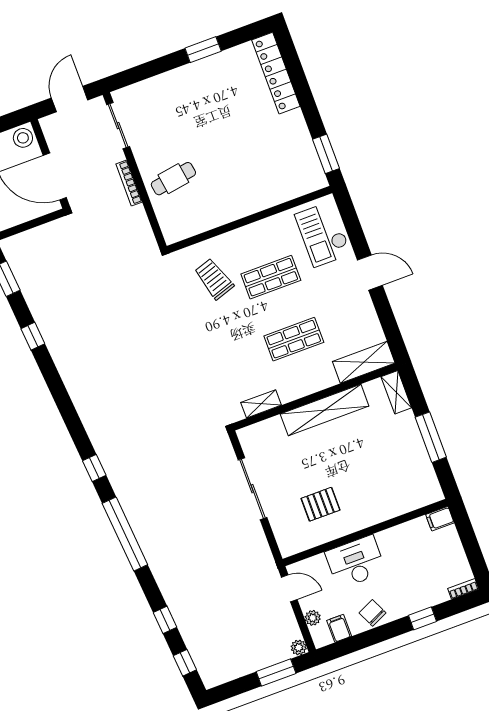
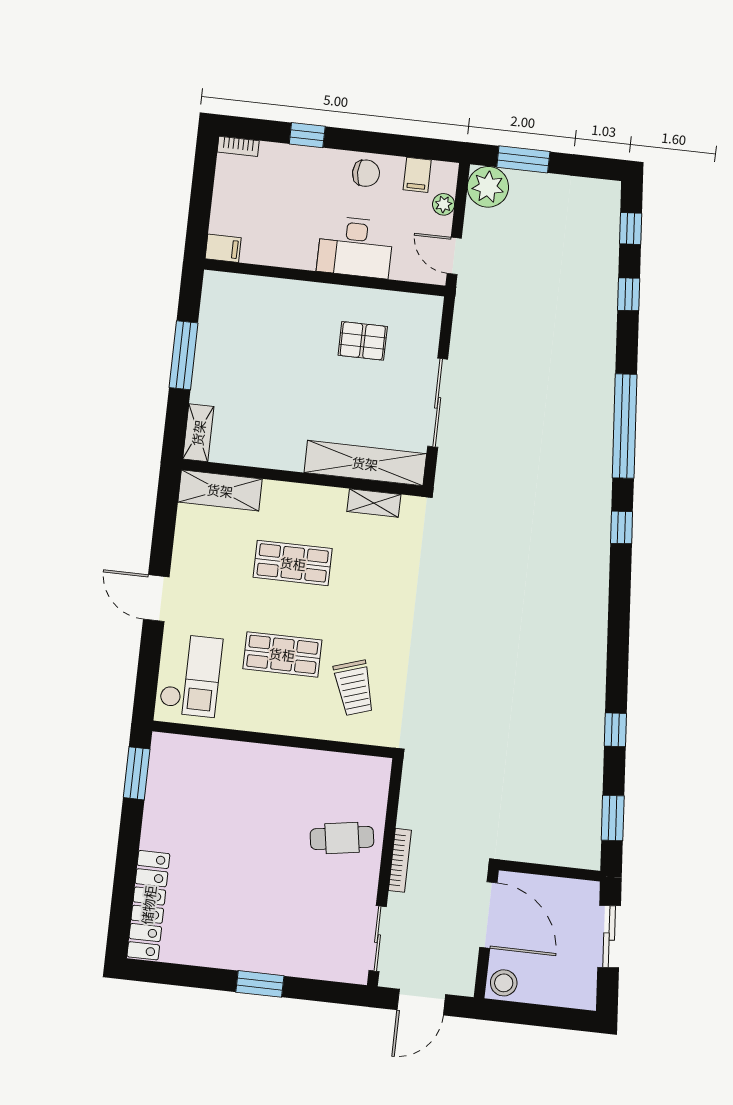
window: (203, 50) -> (260, 984), moved
shelving: (325, 410) -> (365, 463), moved
chair: (373, 613) -> (366, 173), turned -65
plant: (299, 648) -> (488, 187), width x1.87, depth x1.87

